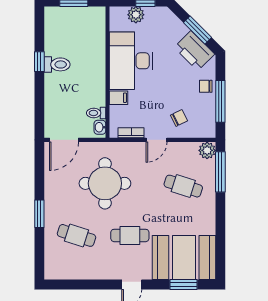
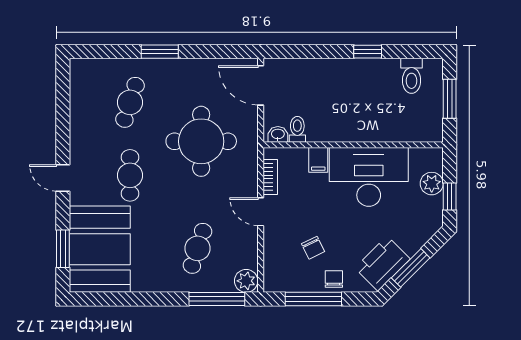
toilet: (57, 64) -> (412, 76), moved
chair: (179, 118) -> (313, 248), moved

